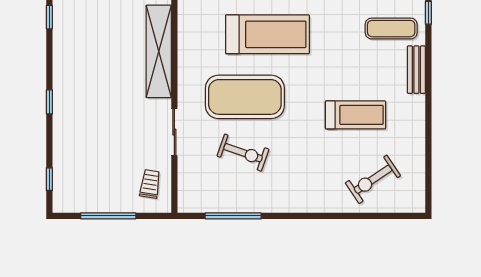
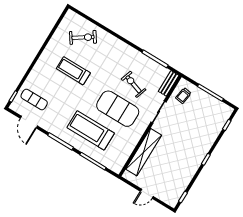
bench: (416, 70) -> (169, 83), moved

